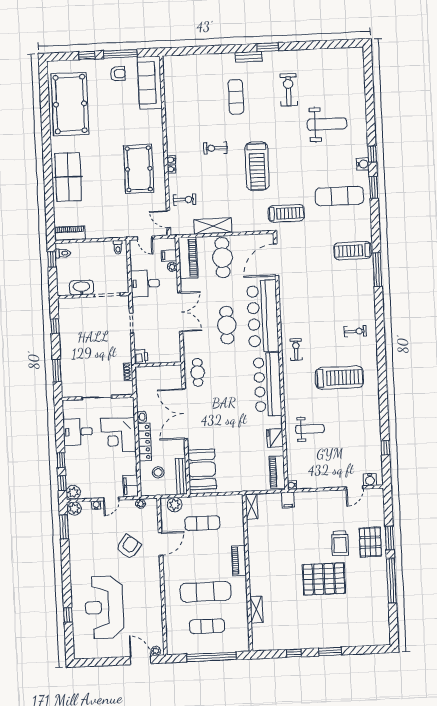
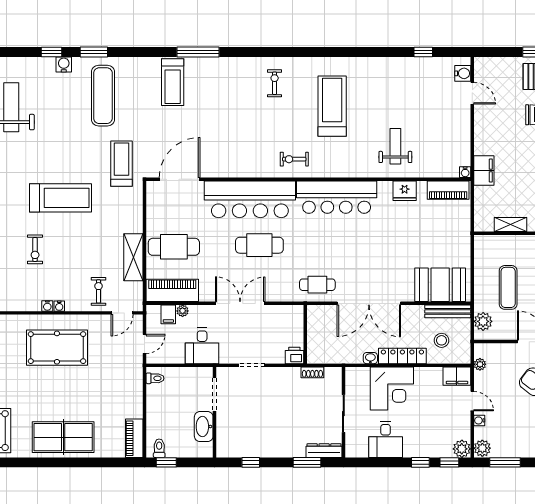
door: (276, 260) -> (180, 179), swing flipped
dresser: (67, 384) -> (324, 451), added
filing cabinet: (288, 500) -> (484, 171), width x2.00
shelving: (251, 507) -> (511, 225), moved

